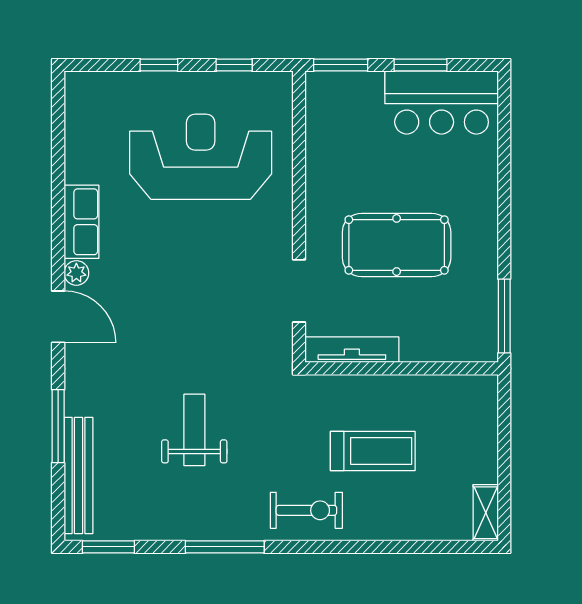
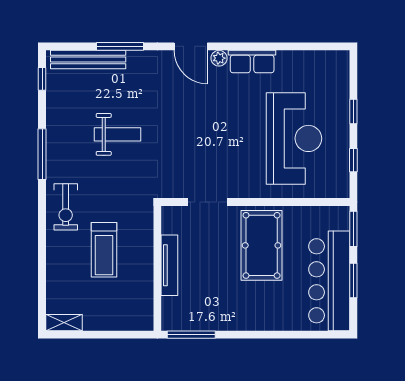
bar counter: (442, 102) -> (329, 281), width x1.36
pool table: (397, 245) -> (262, 245), moved
door: (58, 317) -> (191, 46), hinge flipped
tv unit: (352, 350) -> (169, 265), moved
window: (108, 547) -> (42, 79), width x0.67

